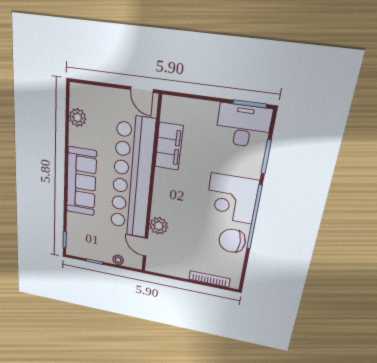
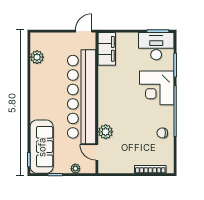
door: (142, 90) -> (84, 31), swing flipped
filing cabinet: (169, 146) -> (107, 49), moved
sofa: (81, 182) -> (42, 147), moved
corner desk: (232, 199) -> (157, 88), moved
chair: (232, 241) -> (162, 133), width x0.54, depth x0.54

